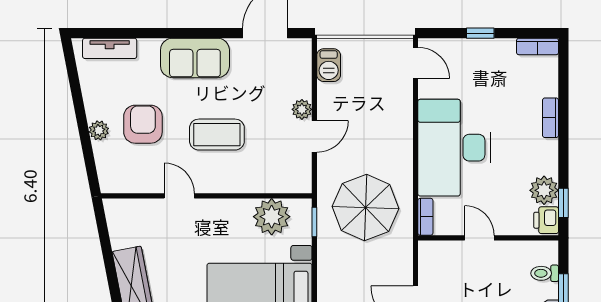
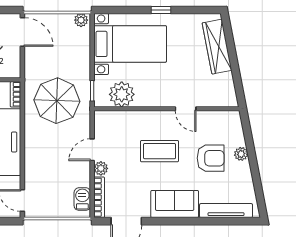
tv unit: (110, 48) -> (226, 211), width x1.41
bookcase: (304, 68) -> (99, 197), added
armchair: (143, 124) -> (211, 158), turned -90

